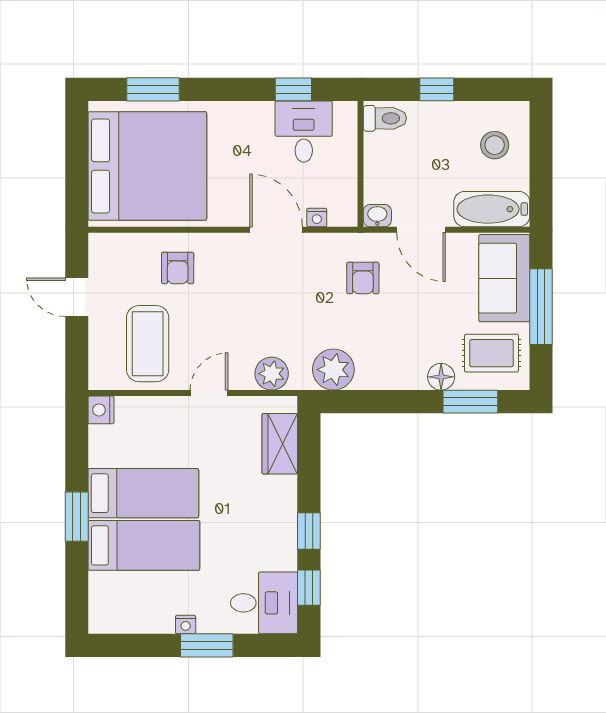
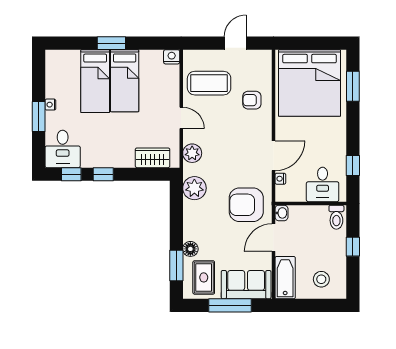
desk: (304, 132) -> (323, 184), moved, turned 90
armchair: (363, 278) -> (246, 205), width x1.88, depth x1.88

